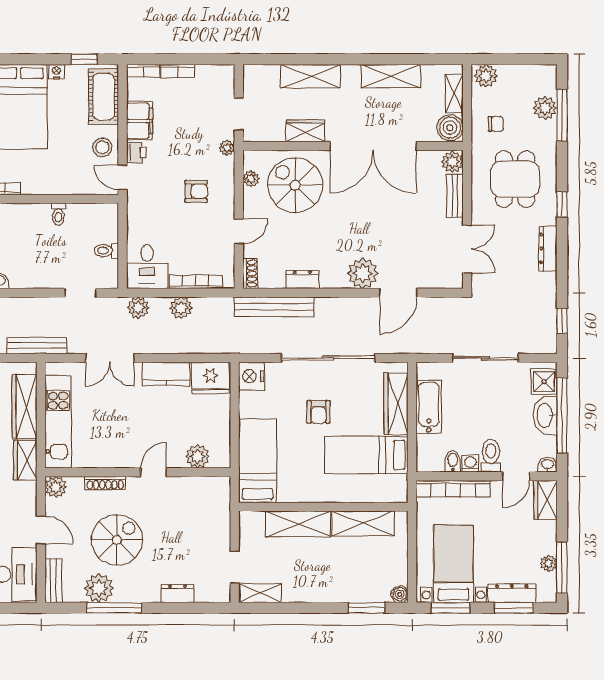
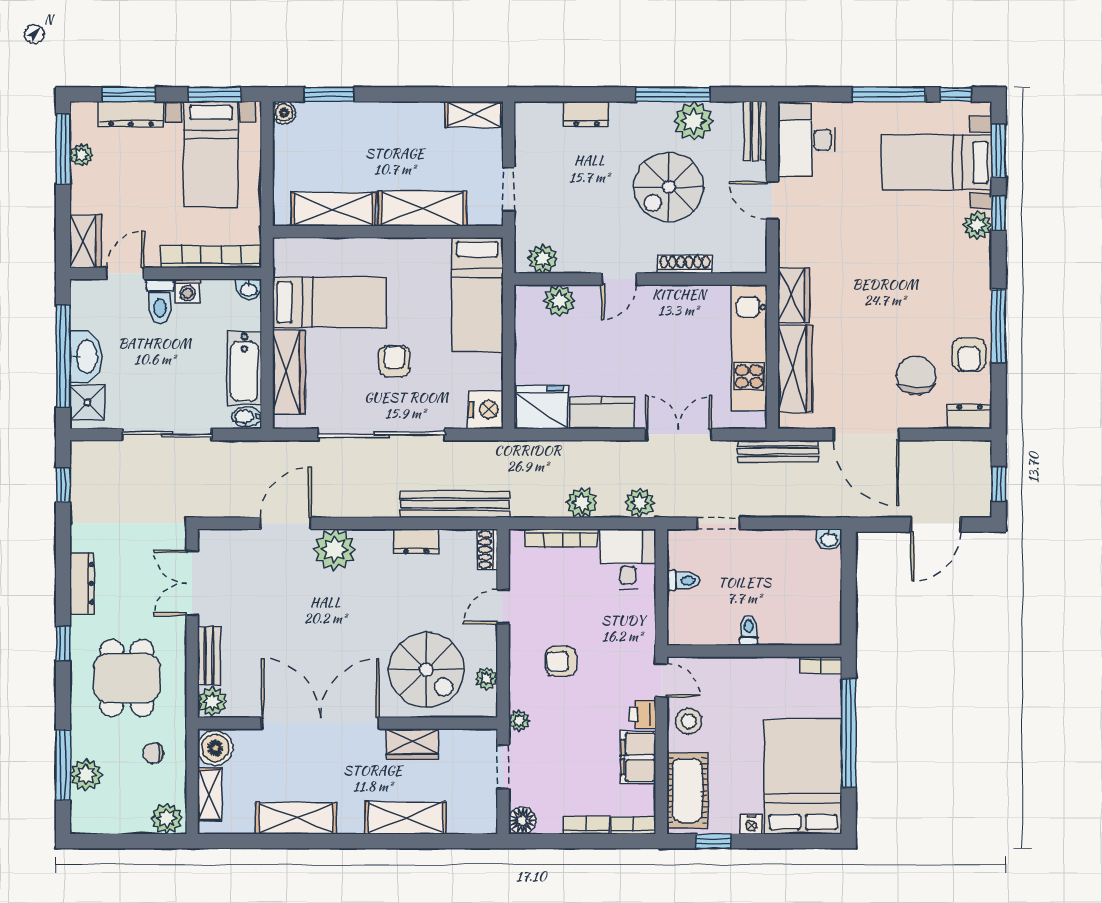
floor lamp: (225, 74) -> (522, 820), added
bidet: (453, 461) -> (247, 417), moved, turned 90
washbasin: (547, 465) -> (249, 289), moved
plant: (56, 487) -> (543, 259), moved
doorway: (235, 567) -> (509, 189), moved

